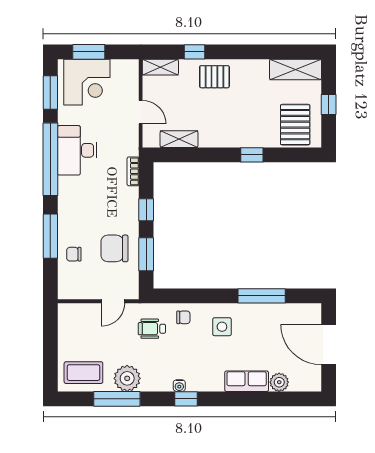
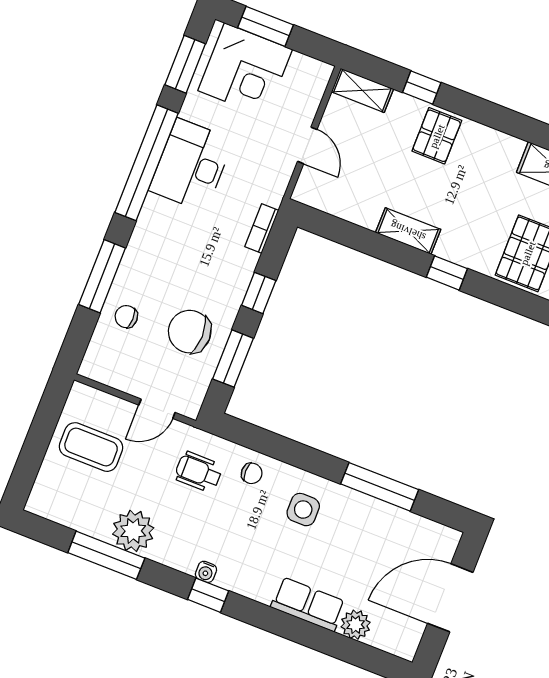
pallet: (214, 77) -> (437, 136), turned 90
shelving: (179, 139) -> (408, 231), moved
door: (329, 345) -> (450, 598), hinge flipped
coffee table: (83, 373) -> (91, 447), moved

